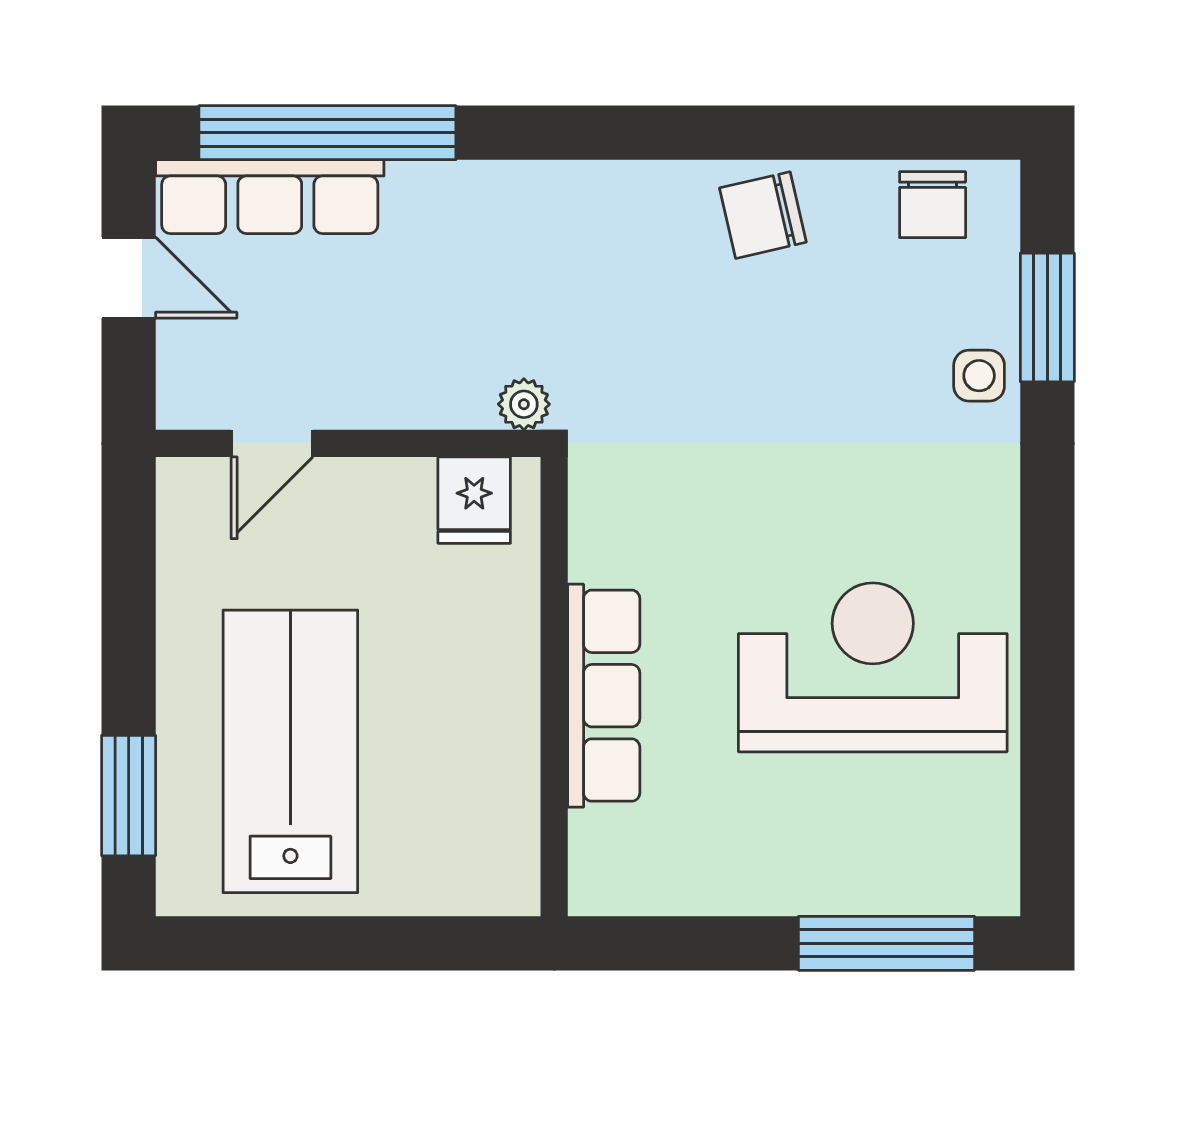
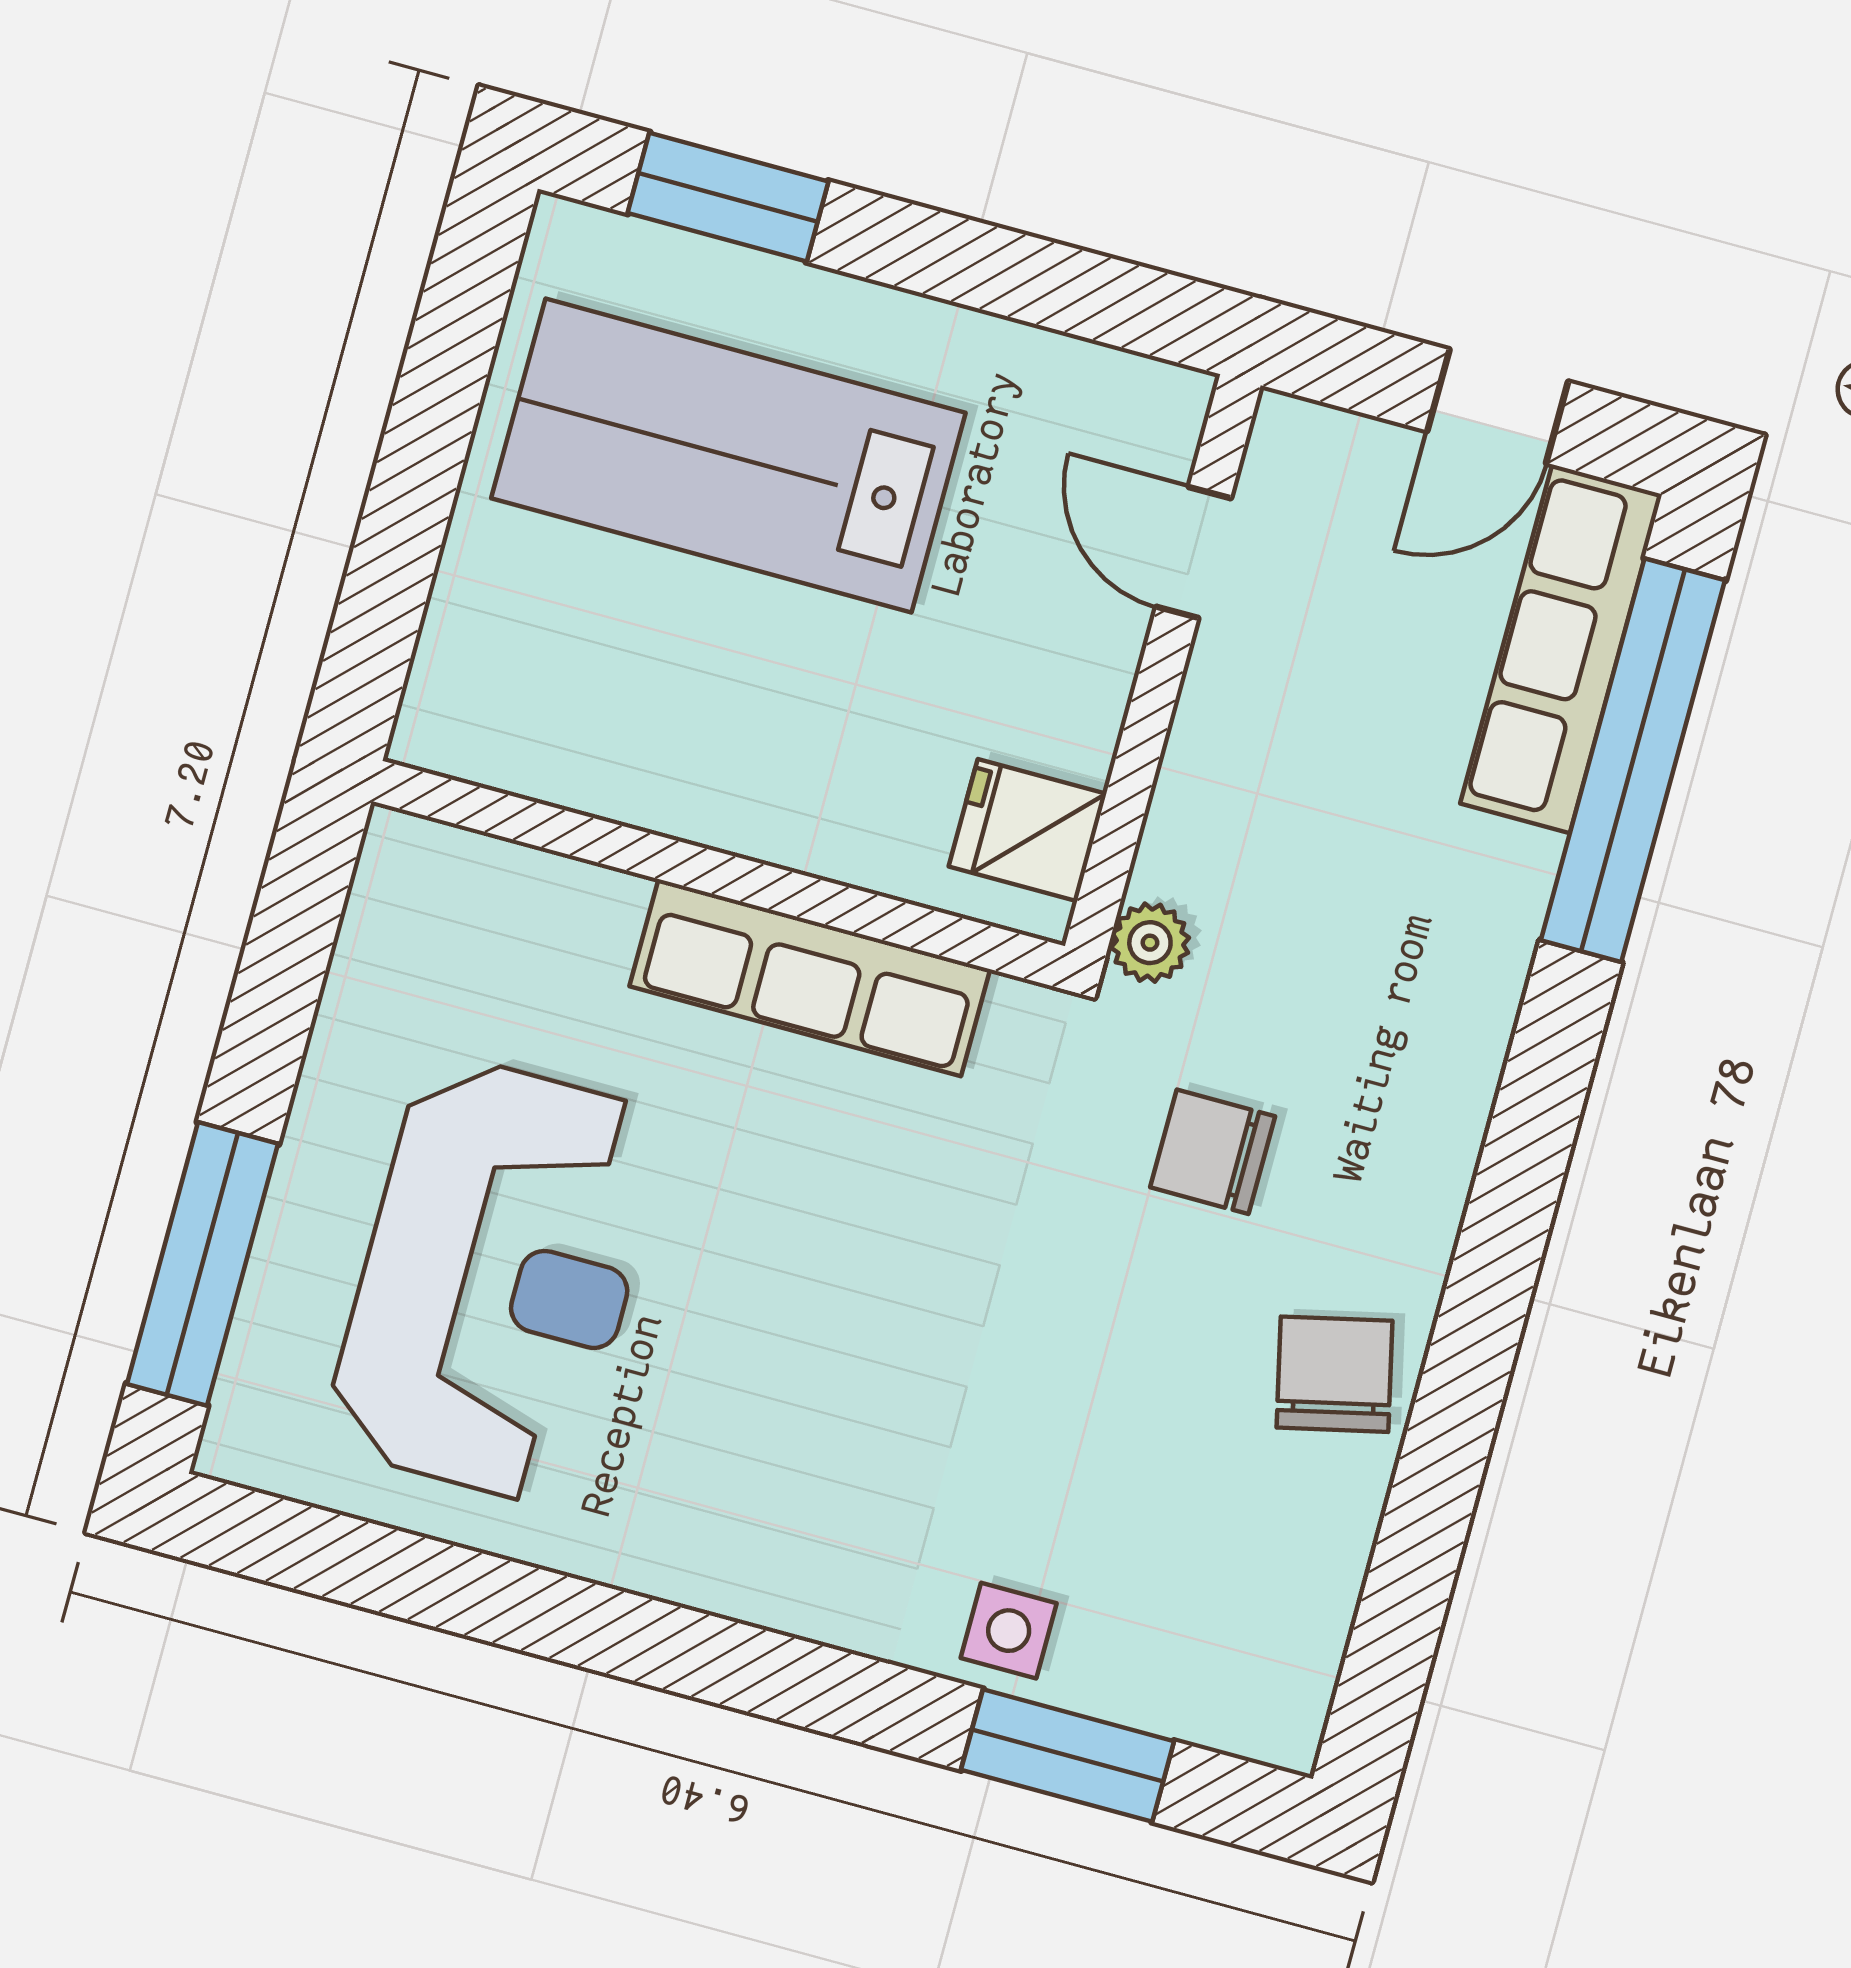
chair: (933, 205) -> (1213, 1152), moved
reception desk: (873, 667) -> (496, 1280), moved
row of seats: (604, 696) -> (810, 978), moved
lab bench: (290, 751) -> (728, 456), turned 180

